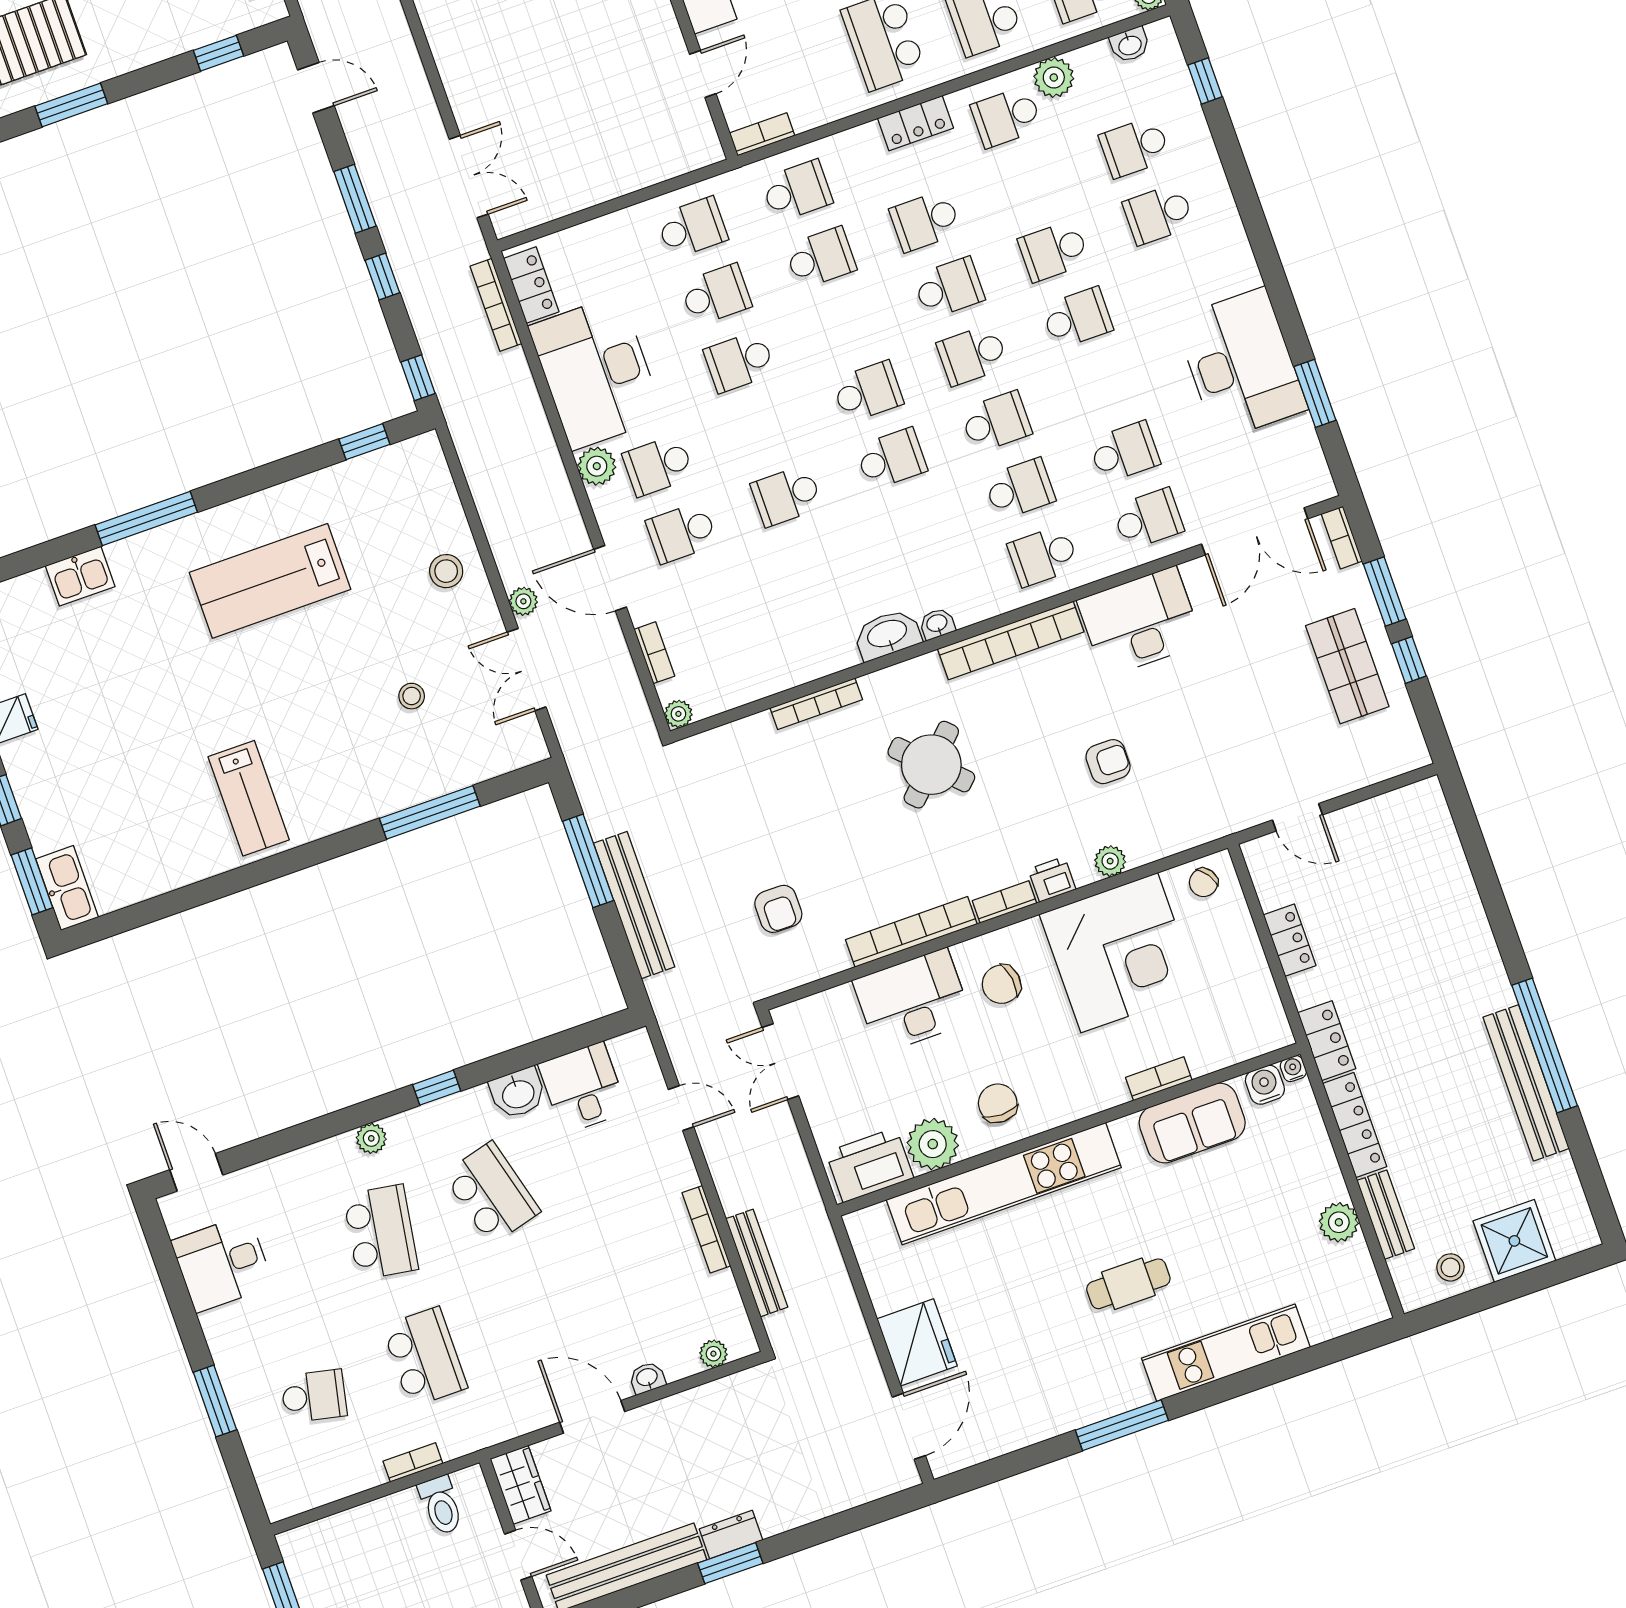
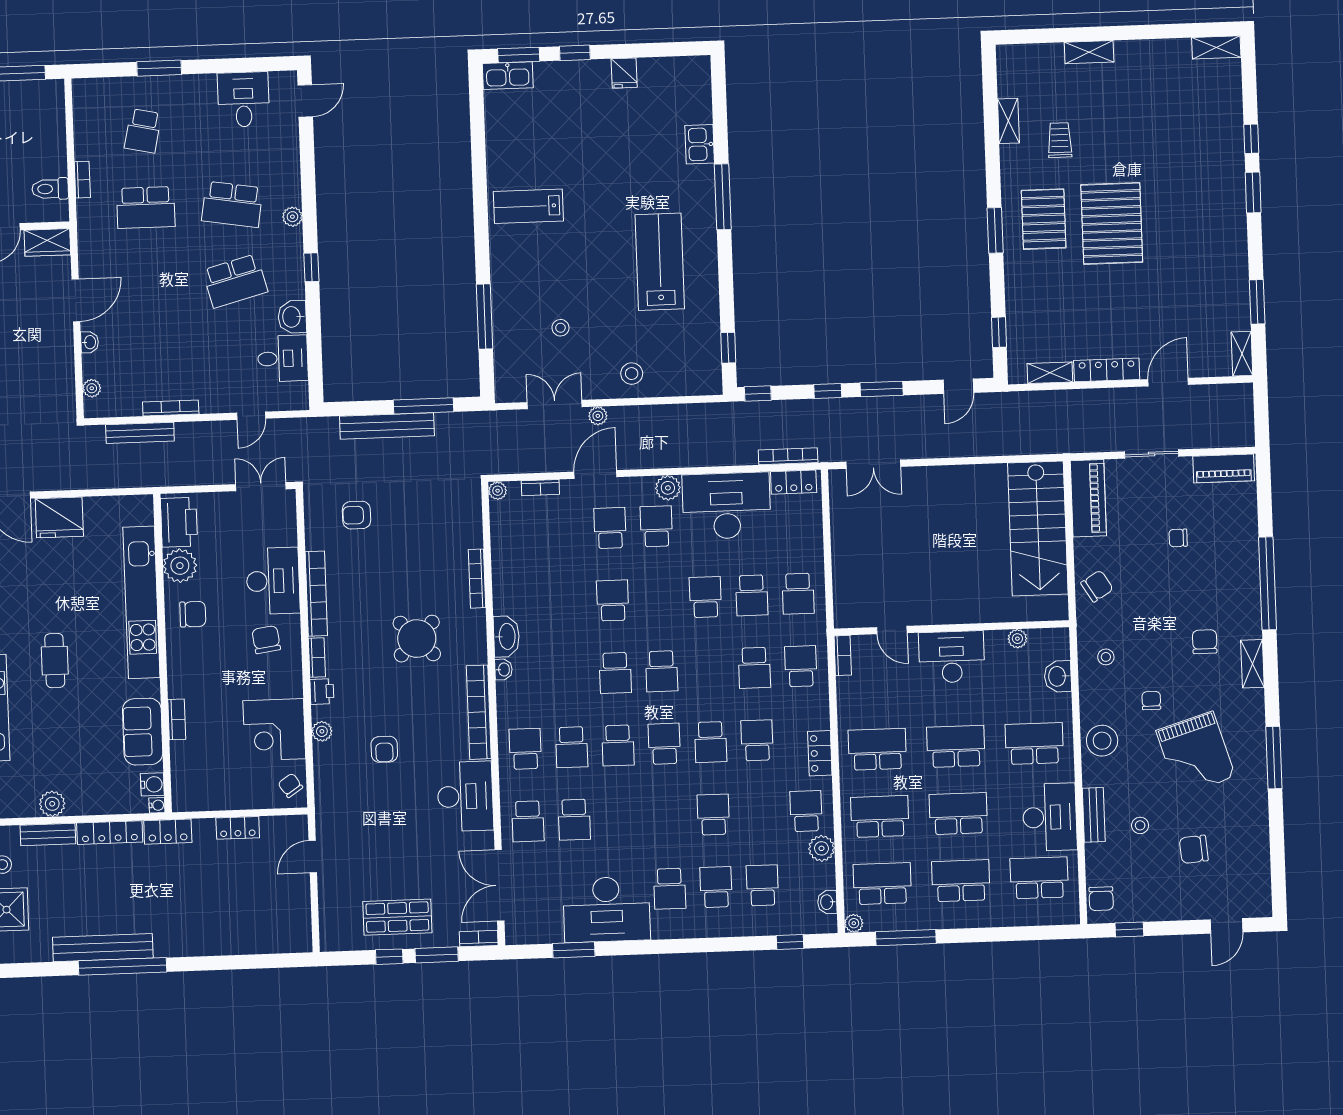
school desk: (797, 191) -> (801, 666), turned 180
school desk: (1077, 318) -> (670, 889), moved
corner desk: (1119, 953) -> (274, 730), width x0.74, depth x0.74

